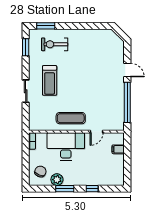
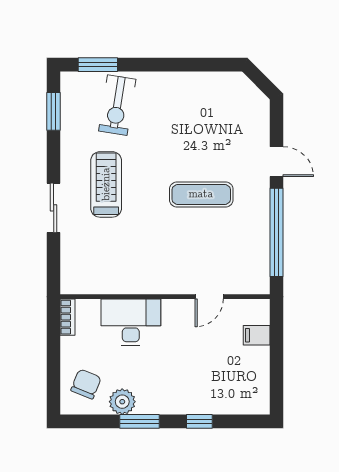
exercise bike: (55, 44) -> (117, 105), turned -81
treadmill: (50, 80) -> (106, 184), turned 180
exercise mat: (71, 118) -> (201, 194), moved
desk: (66, 147) -> (131, 322), width x0.73, depth x0.77

